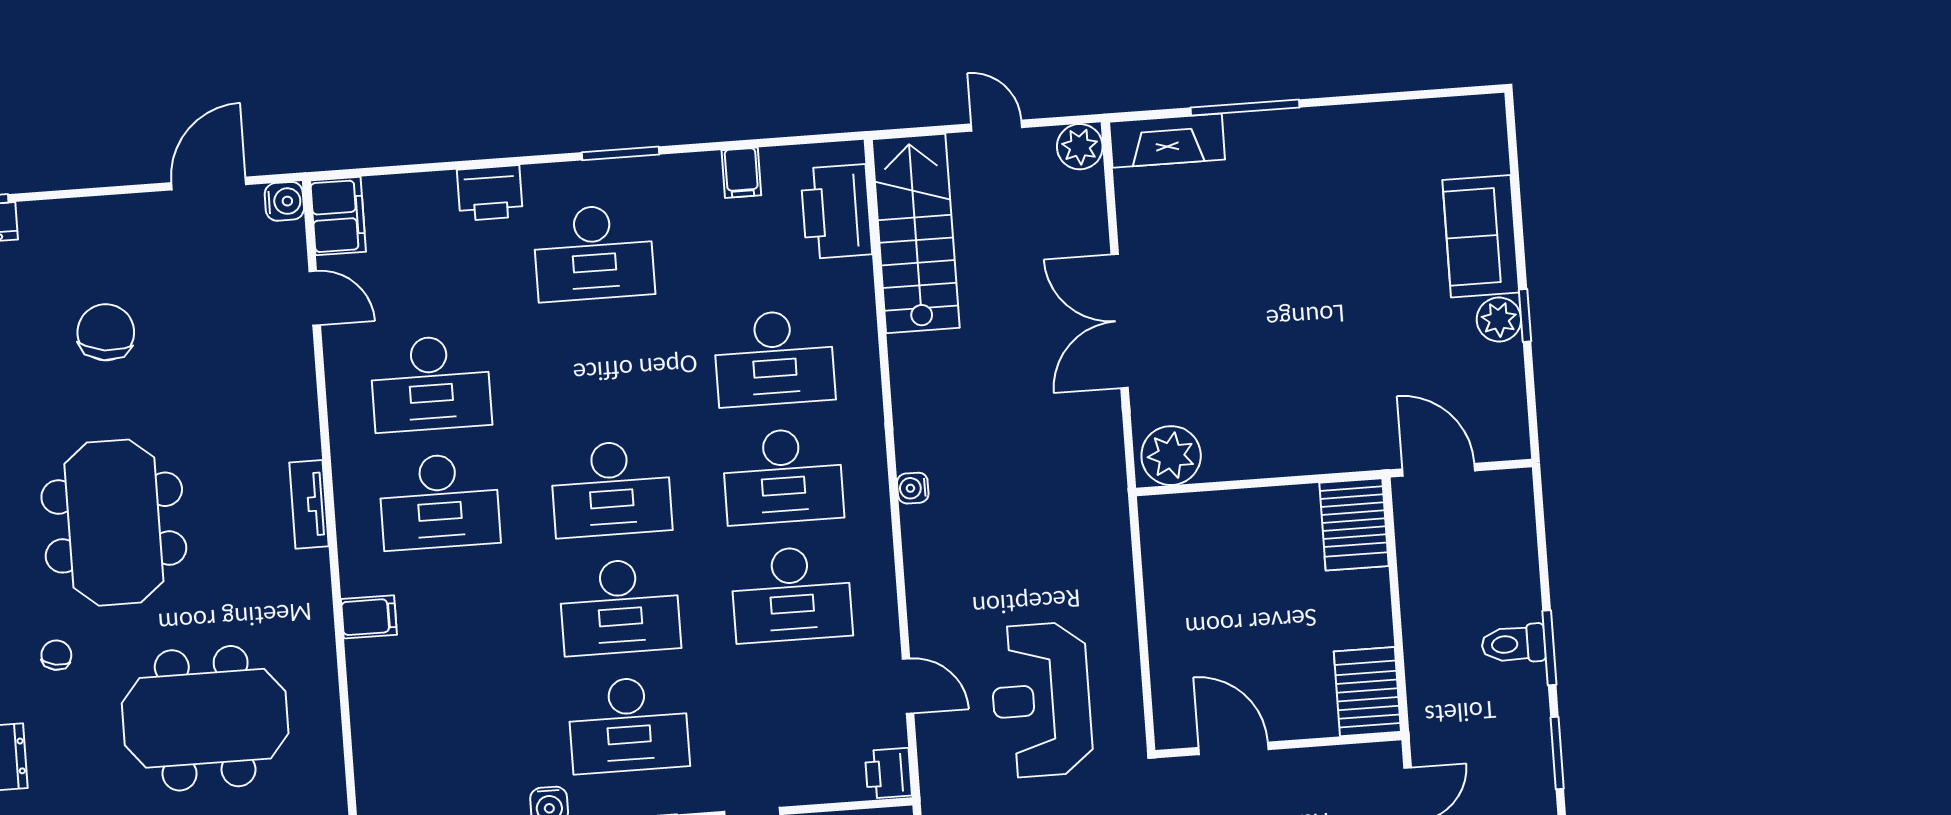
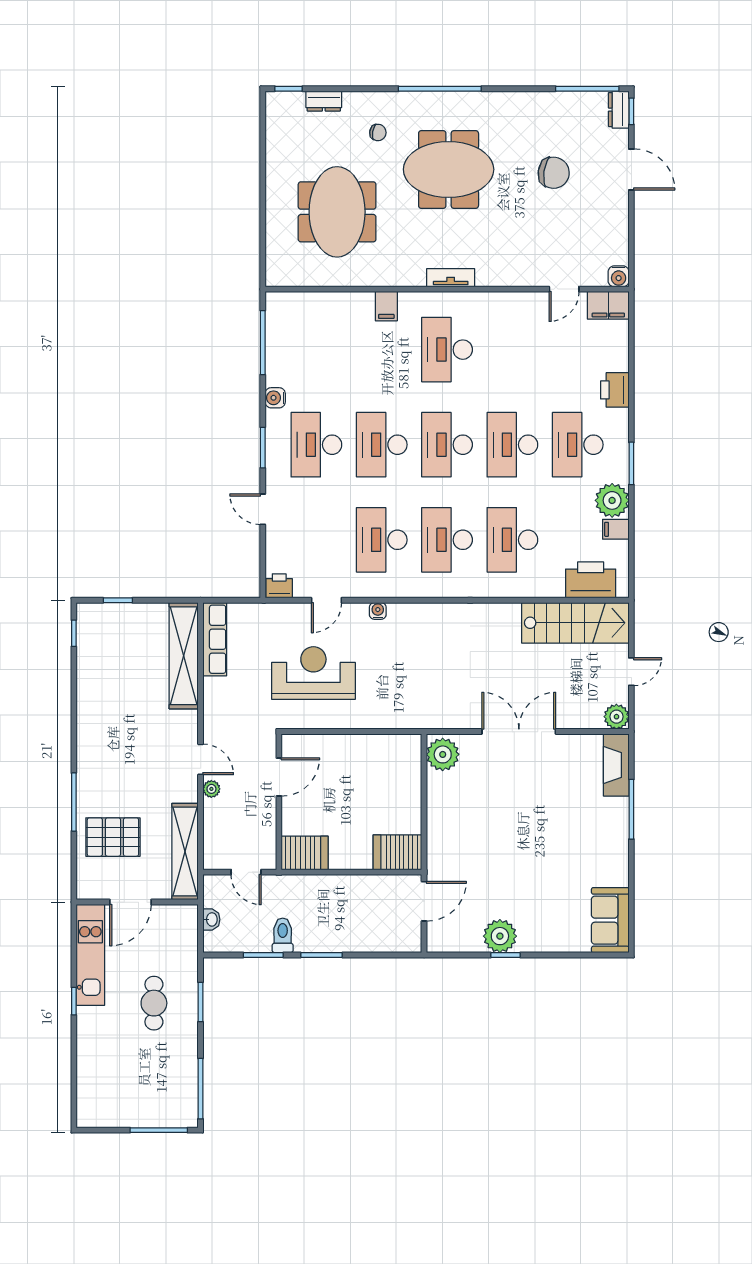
plant: (690, 183) -> (612, 500), added
door: (209, 184) -> (631, 169), moved
sofa: (1481, 236) -> (610, 920), moved, turned -90
plant: (1499, 320) -> (500, 936), width x1.36, depth x1.36
desk: (431, 383) -> (512, 445), moved
water cooler: (913, 488) -> (378, 611), moved
toilet: (1513, 644) -> (283, 935), moved

